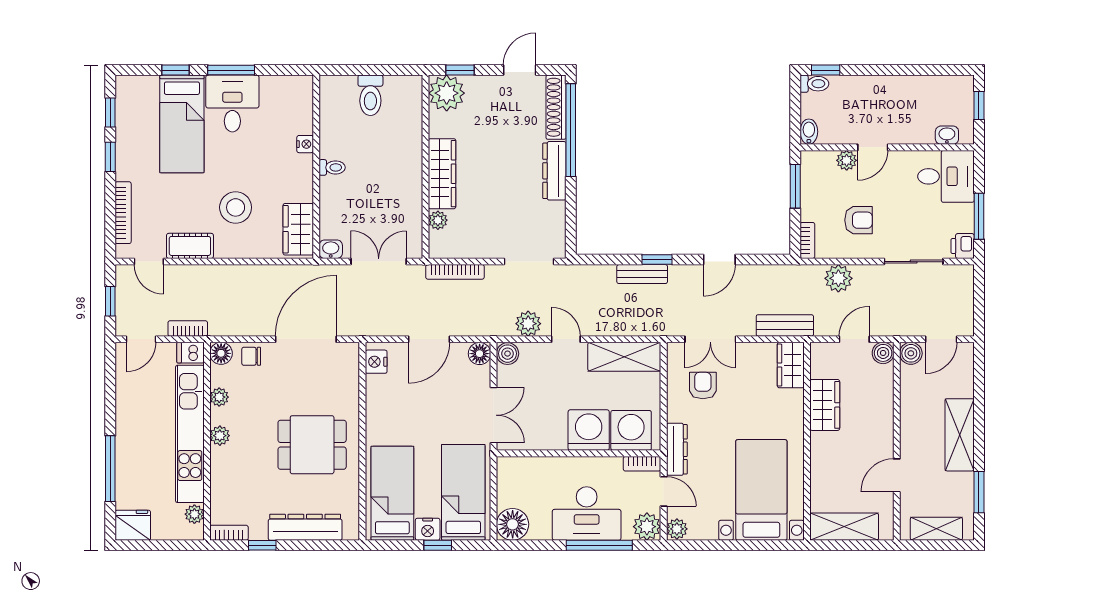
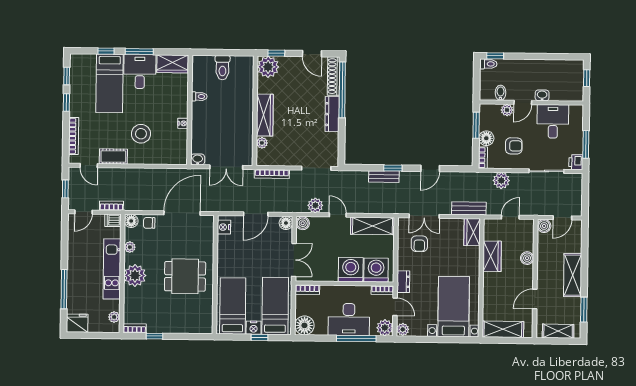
door: (520, 70) -> (312, 54), swing flipped
bidet: (809, 132) -> (500, 93), moved
washbasin: (947, 135) -> (542, 95), moved
nightstand: (305, 144) -> (183, 123), moved
toilet: (332, 167) -> (199, 96), moved
desk: (946, 176) -> (553, 121), moved, turned -90
floor lamp: (813, 208) -> (486, 138), added
wardrobe: (298, 229) -> (172, 64), moved, turned -90
double door: (379, 262) -> (226, 167), swing flipped
boiler: (883, 353) -> (527, 258), moved
armchair: (703, 385) -> (419, 244), turned 180
kitchen unit: (190, 434) -> (112, 269), width x0.73
plant: (220, 436) -> (135, 275), width x1.87, depth x1.87
dresser: (677, 449) -> (403, 282), width x0.70
bookcase: (517, 464) -> (307, 290), added
dresser: (305, 527) -> (180, 326), removed

